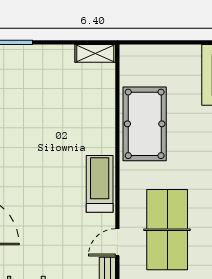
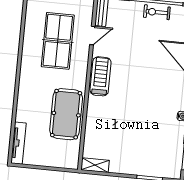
treadmill: (100, 184) -> (101, 76), turned 180

